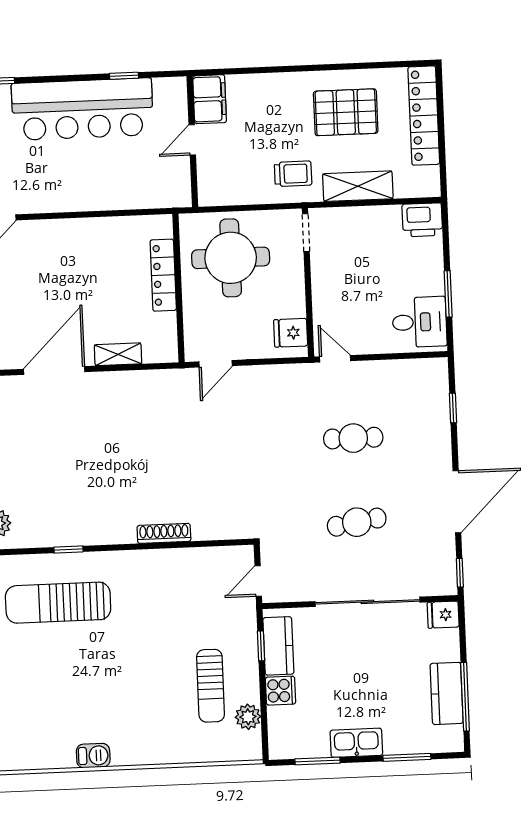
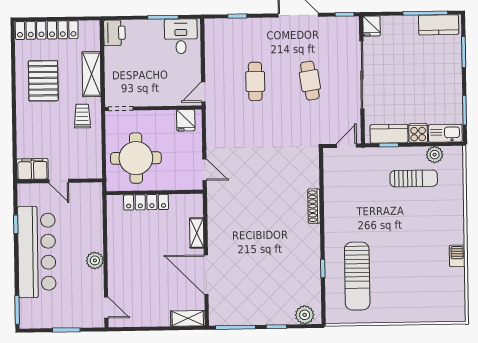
plant: (72, 199) -> (95, 260), added
door: (258, 581) -> (346, 146), swing flipped
kitchen counter: (447, 693) -> (439, 25), moved
kitchen sink: (356, 743) -> (445, 133), moved, turned 90

